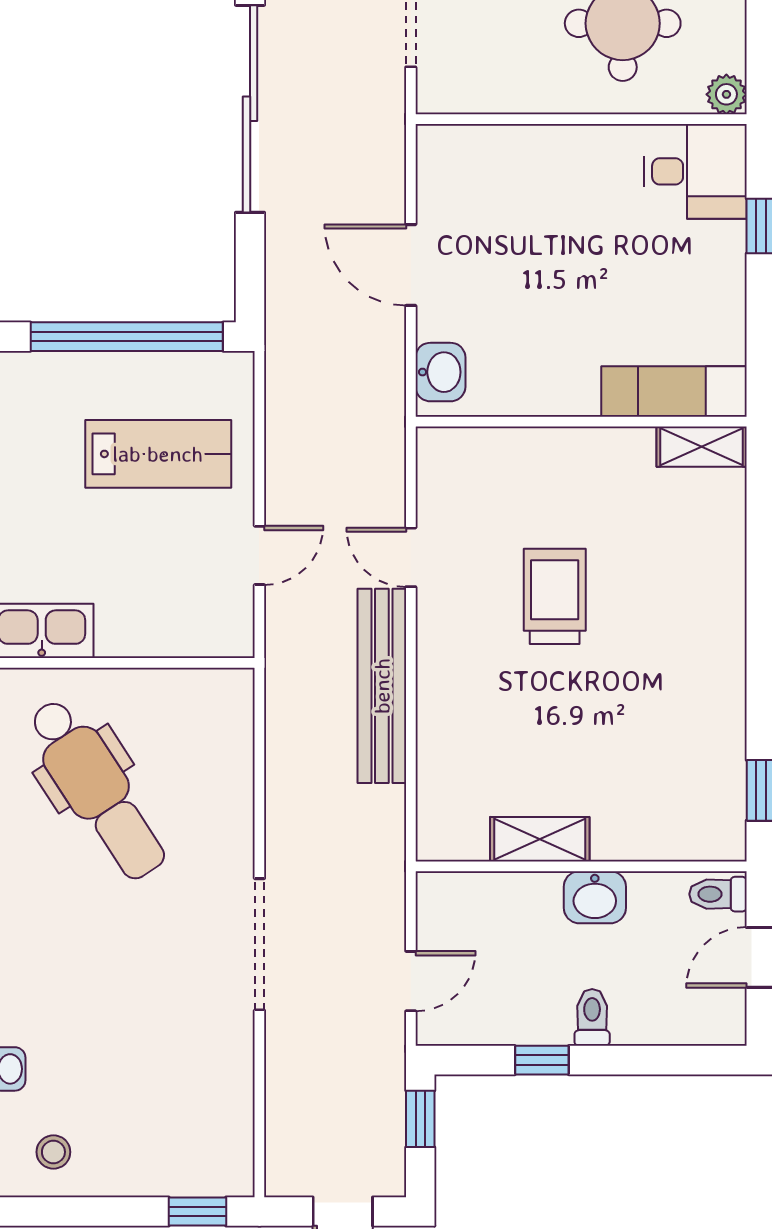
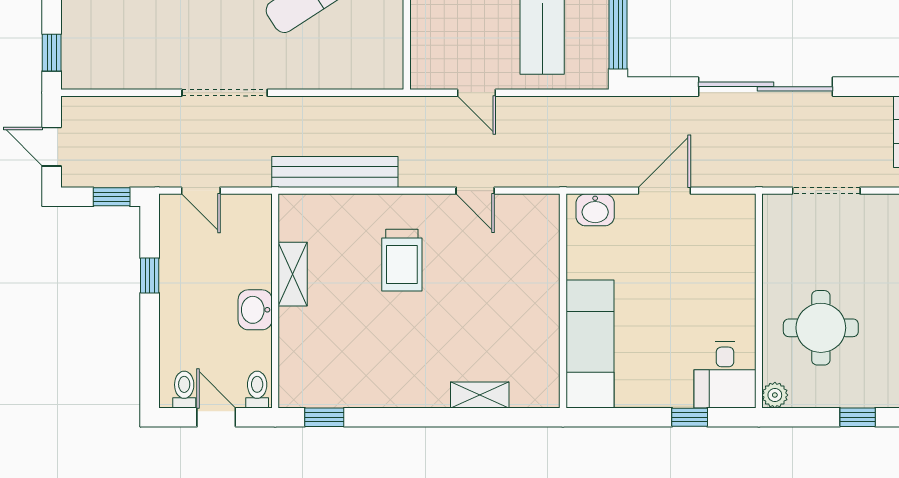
exam couch: (674, 392) -> (590, 344), width x1.36, depth x1.45
shelving: (702, 447) -> (480, 395), moved, turned 90
door: (411, 557) -> (475, 191), swing flipped
trolley: (555, 596) -> (402, 260), moved, turned 90
bench: (382, 686) -> (335, 172), moved
toilet: (592, 1017) -> (184, 390), moved, turned -90

